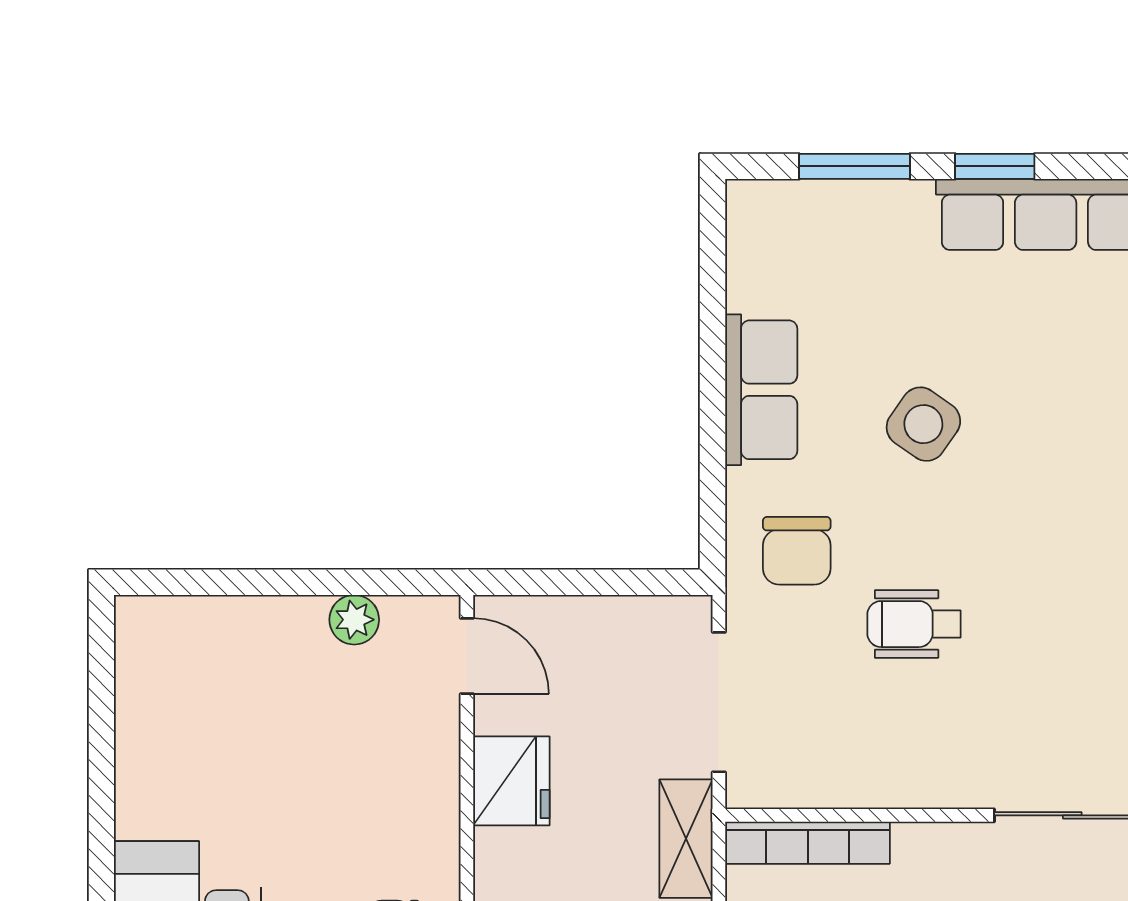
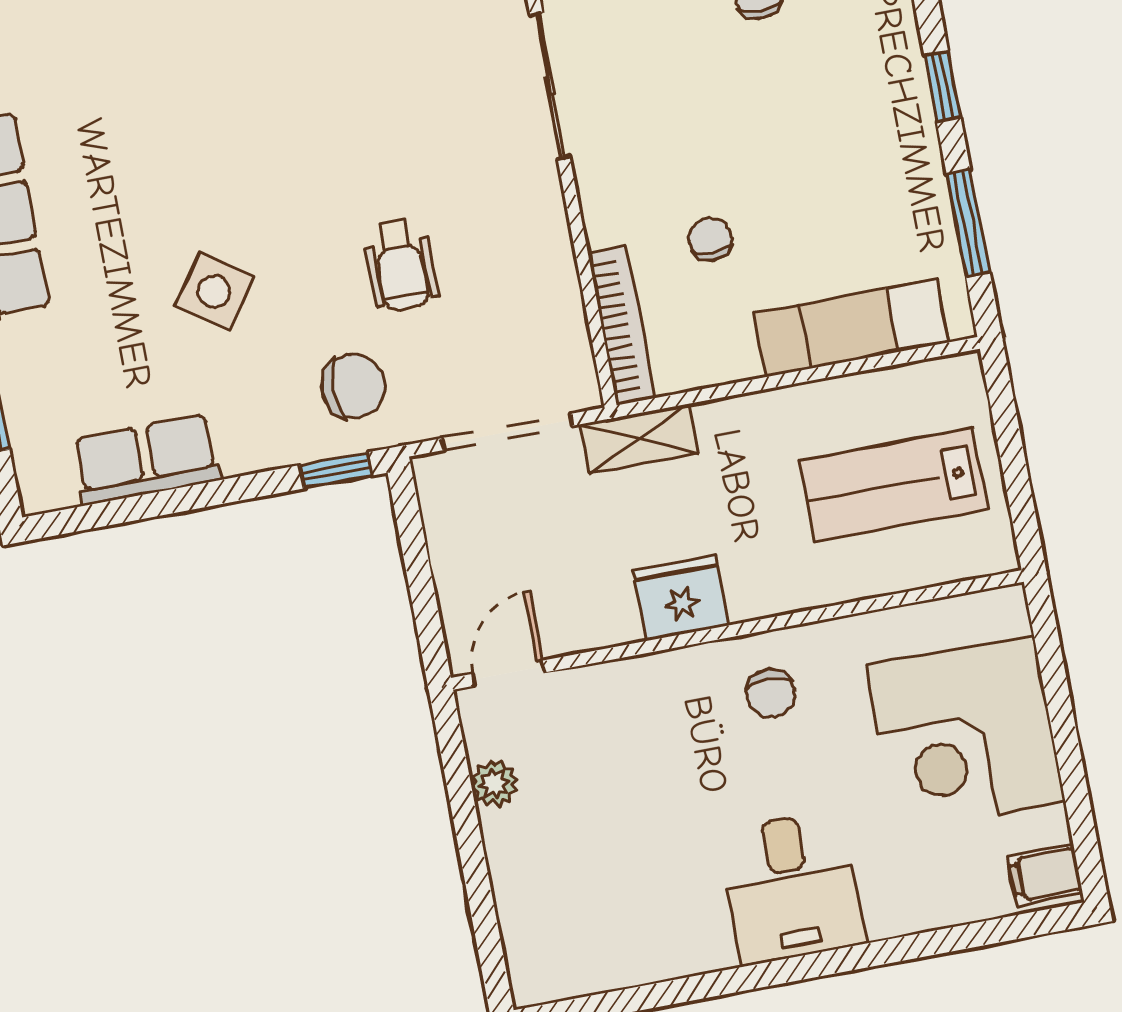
row of seats: (761, 390) -> (146, 460), moved
window: (713, 516) -> (336, 470), added
fridge: (511, 781) -> (681, 598), moved

